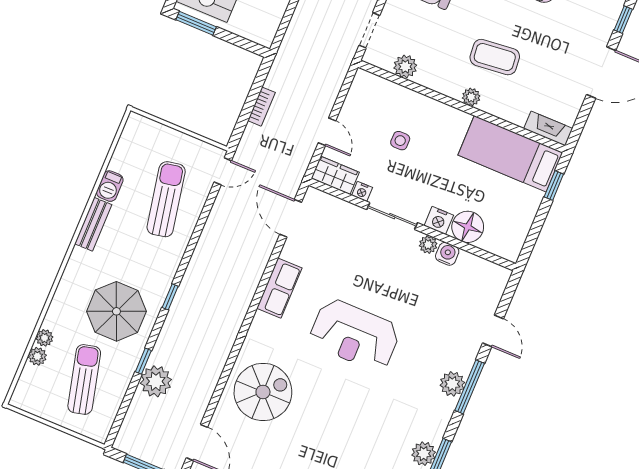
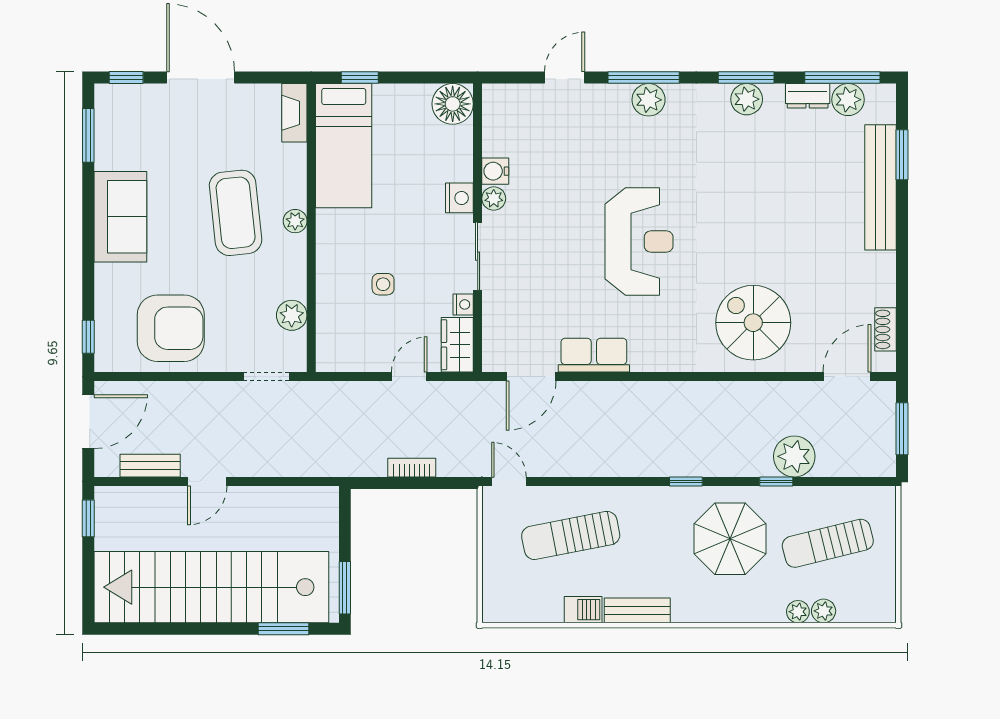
coffee table: (495, 57) -> (236, 213), width x1.36, depth x1.32
floor lamp: (468, 227) -> (453, 104), moved
row of seats: (279, 288) -> (594, 355), moved

